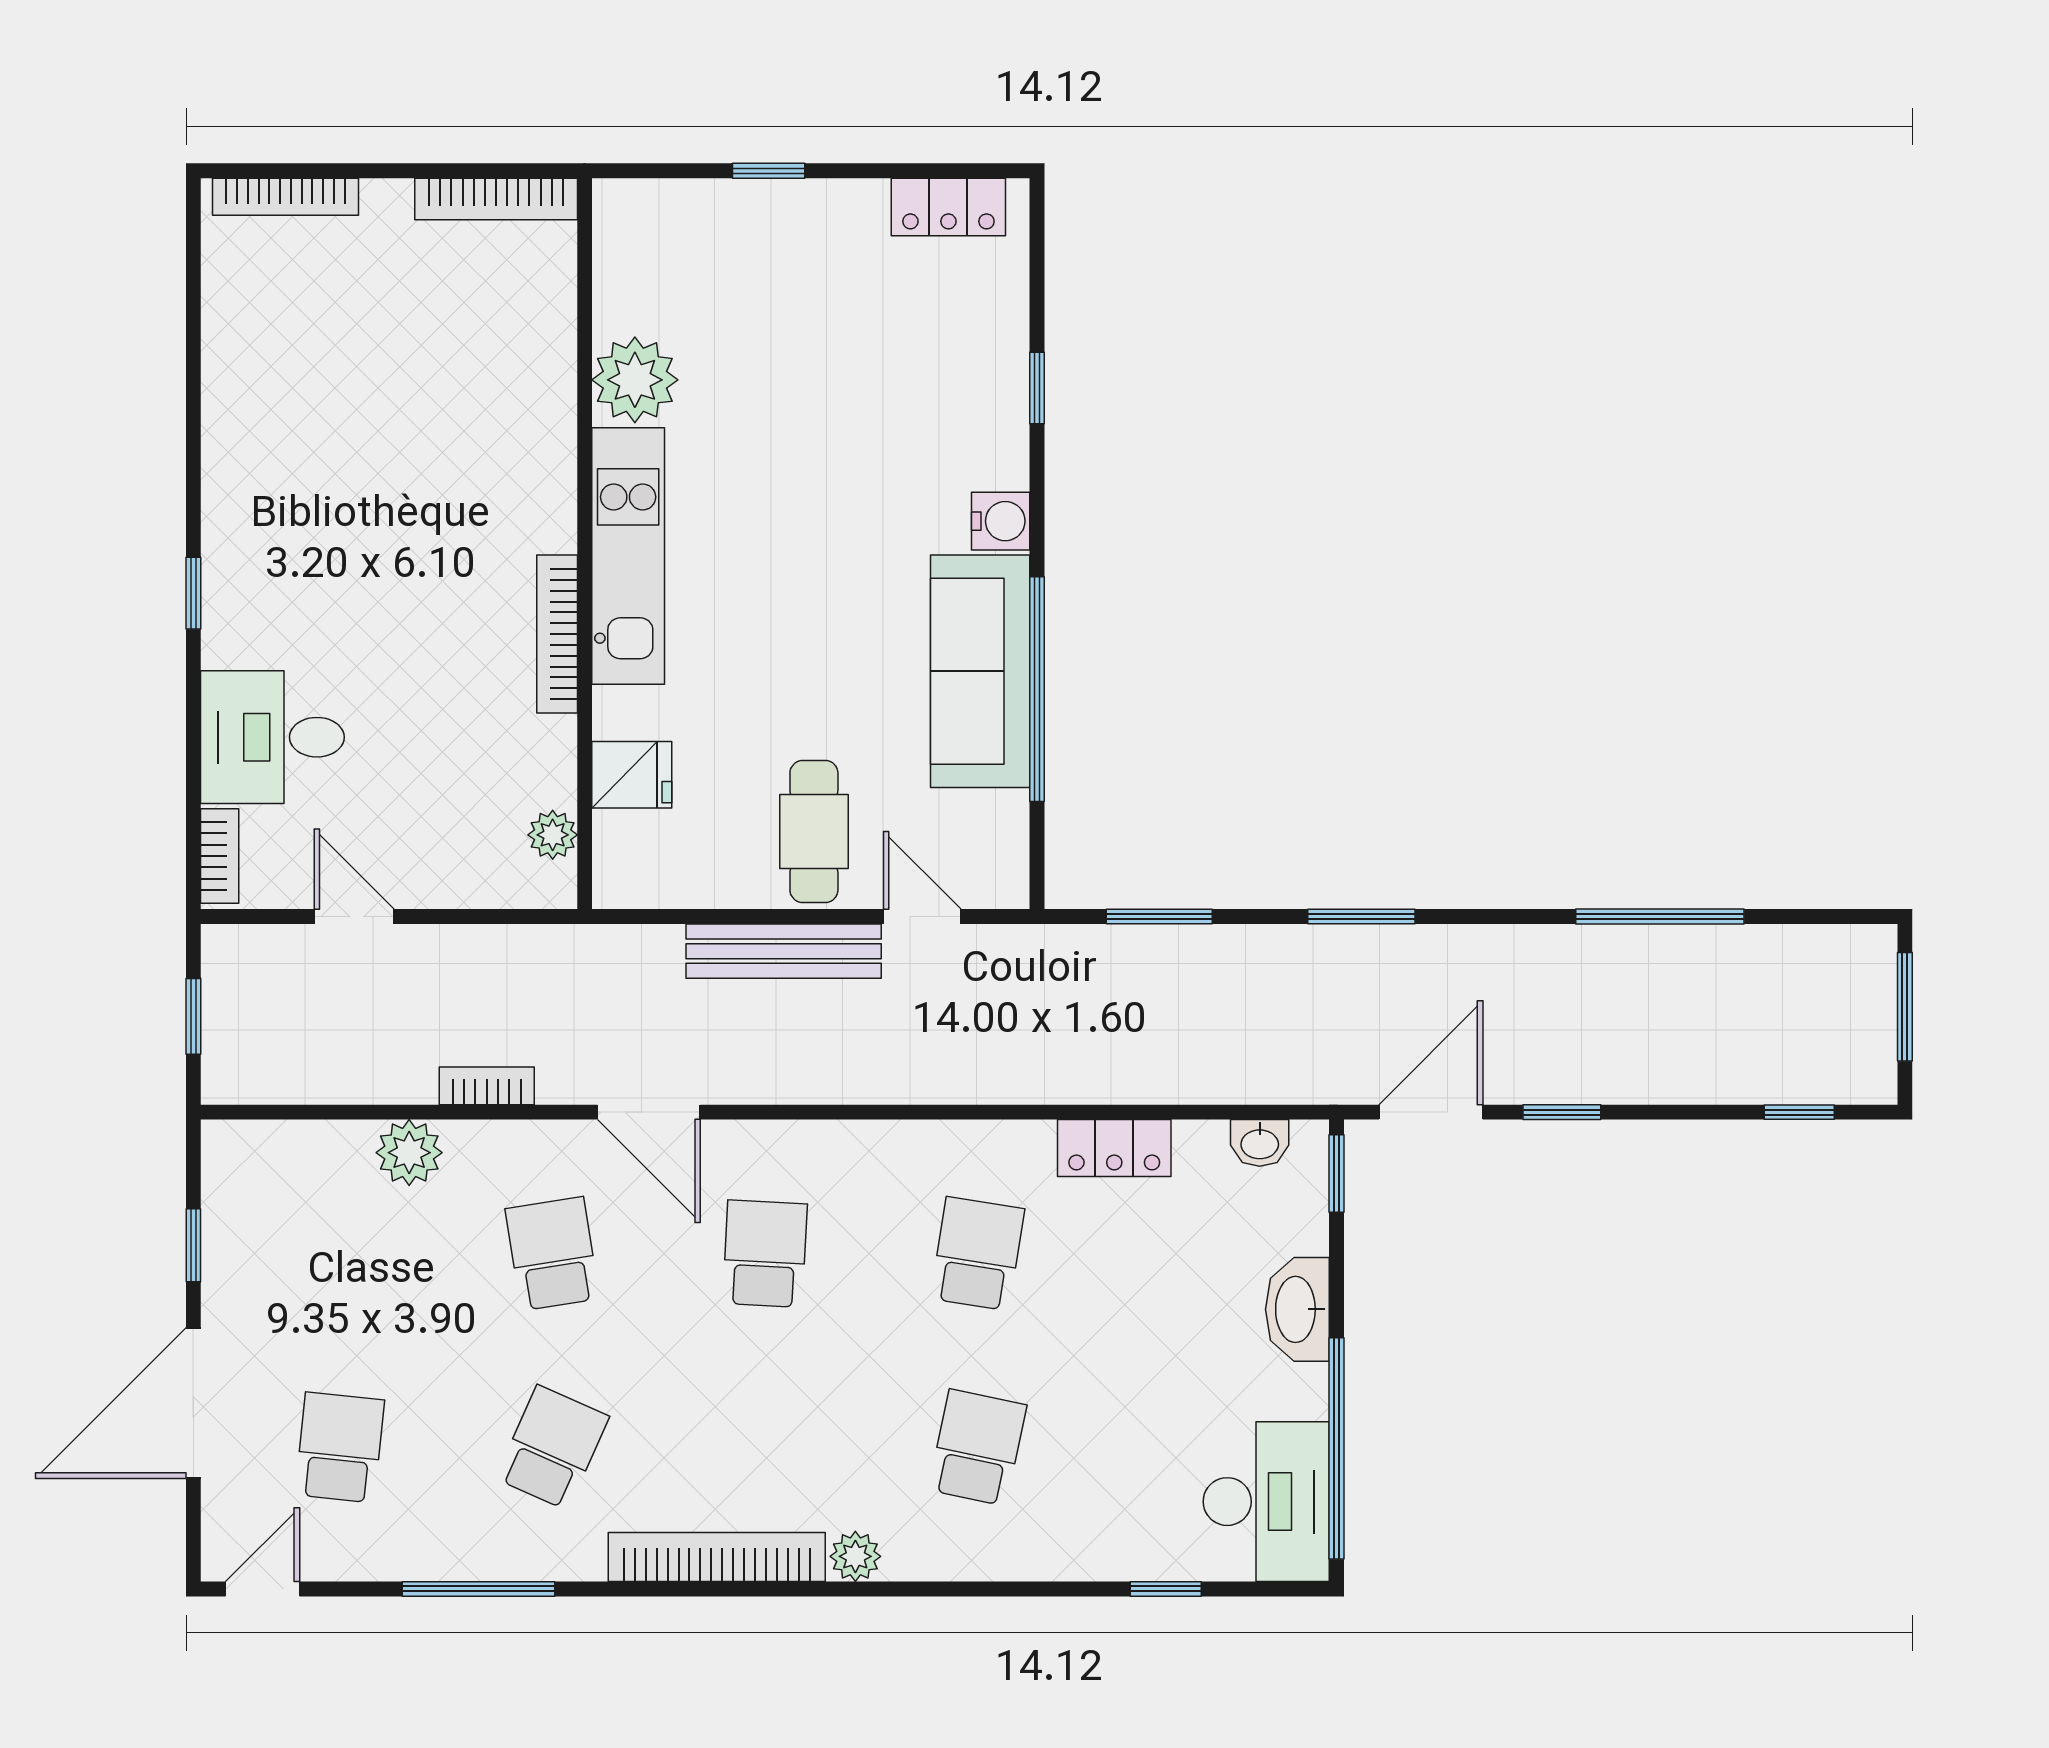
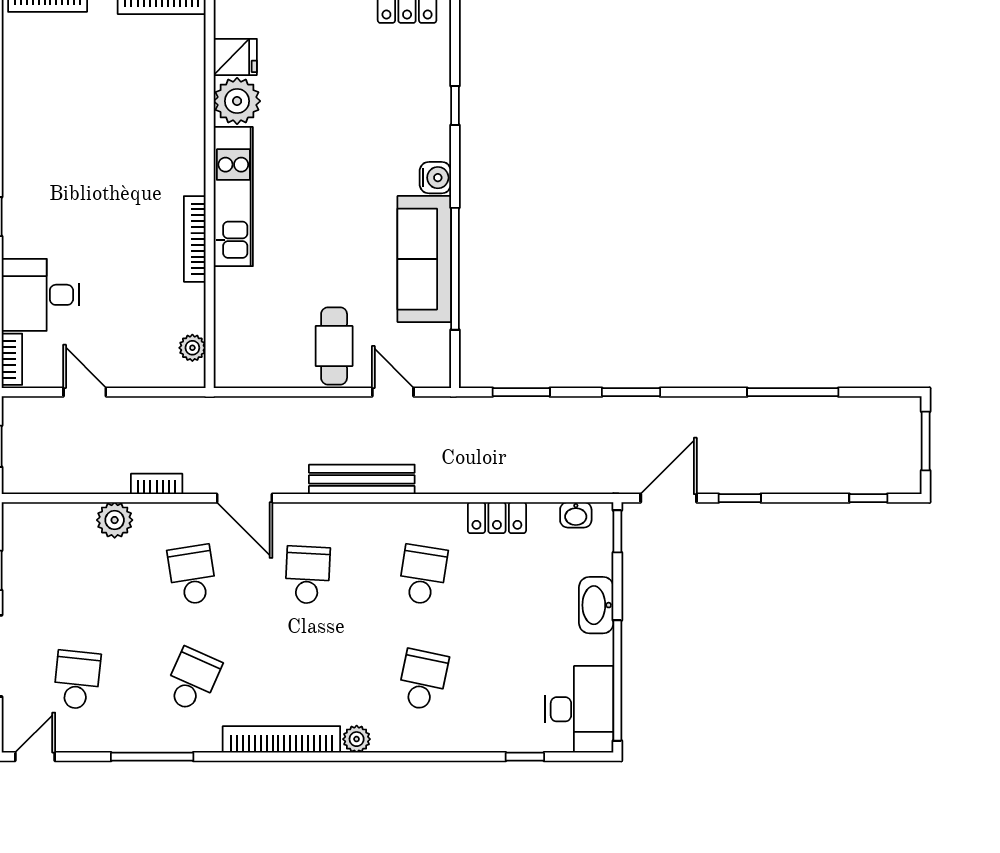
fridge: (632, 775) -> (235, 57), moved
bench: (784, 951) -> (362, 479), moved

